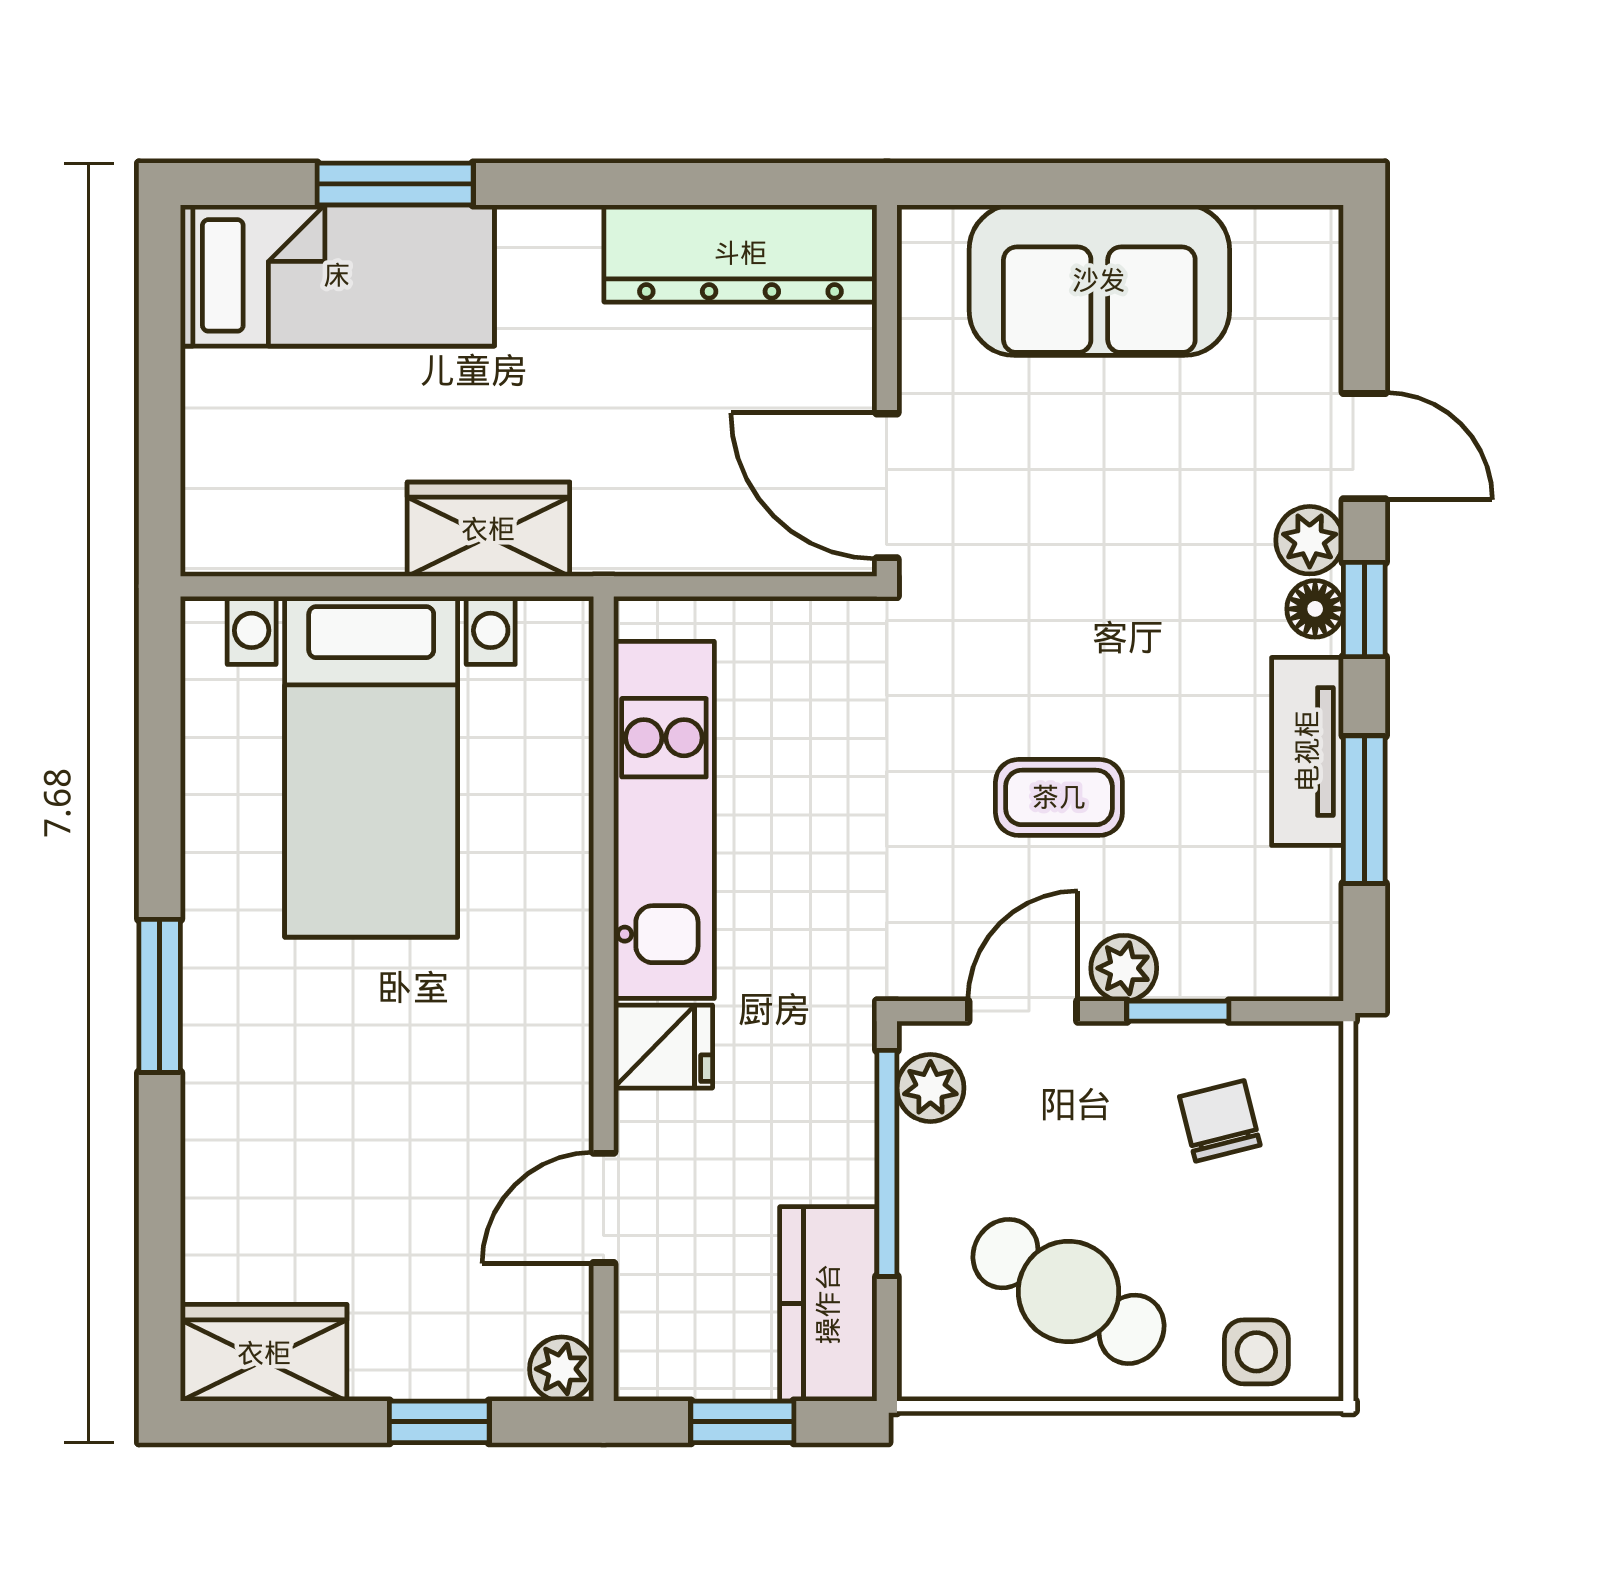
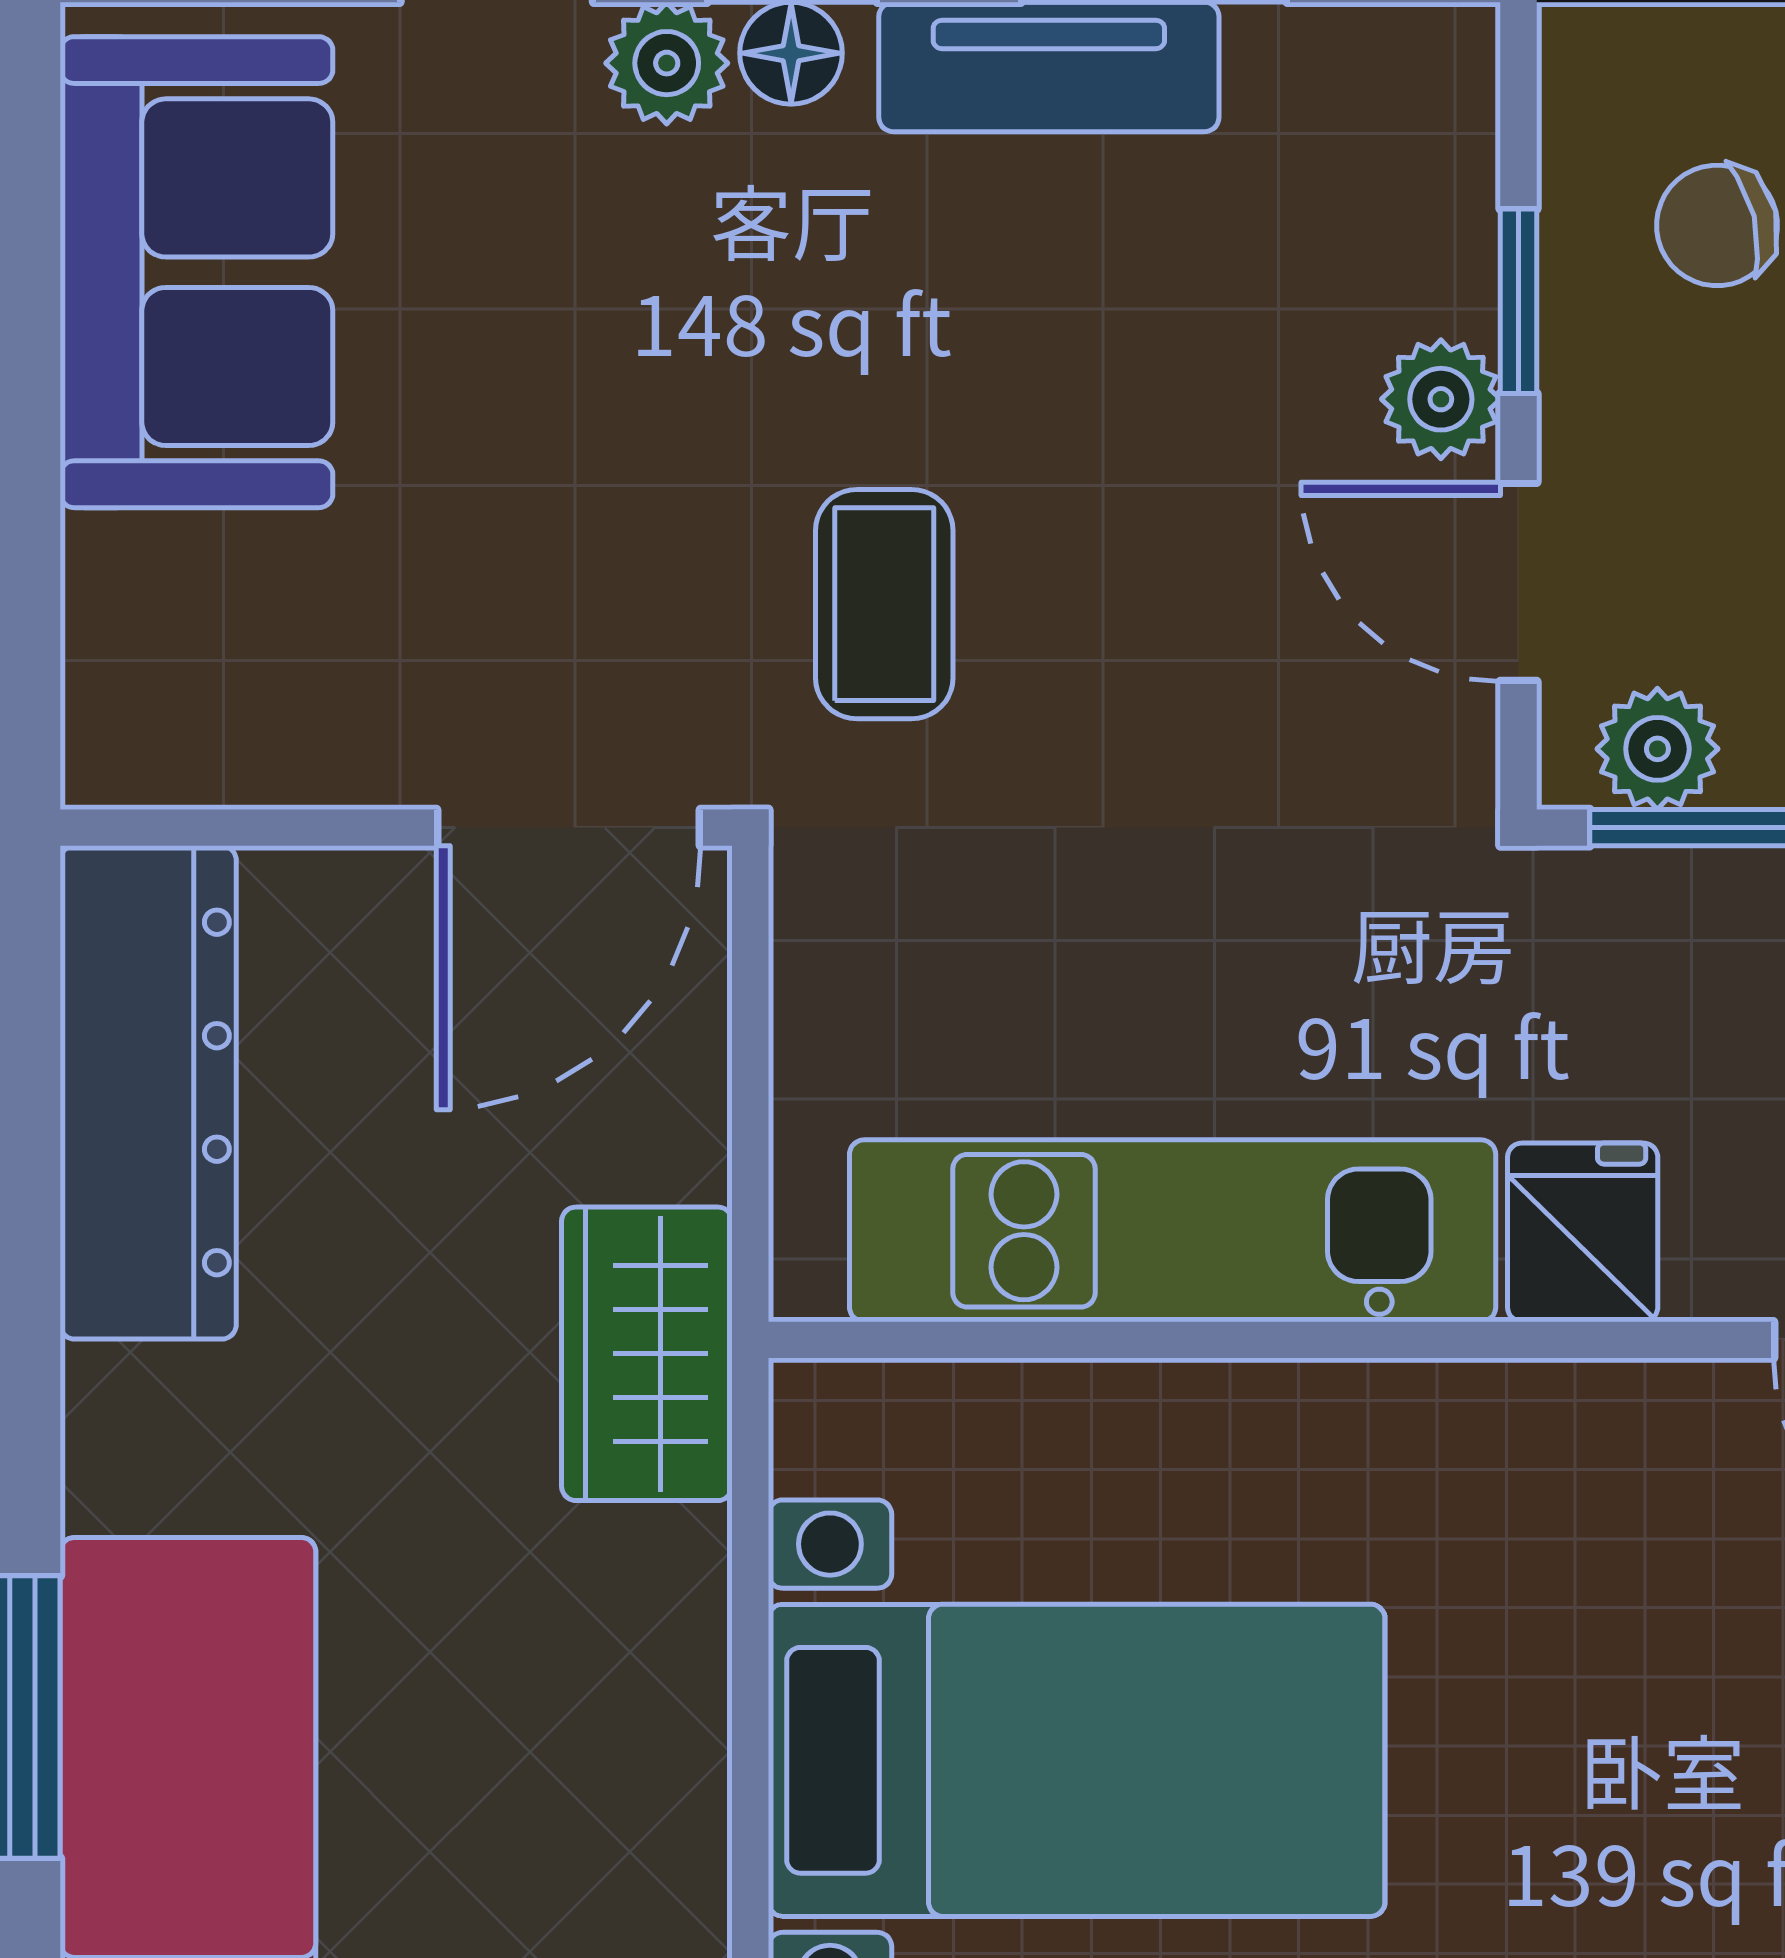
sofa: (1099, 280) -> (196, 272), moved
wardrobe: (488, 529) -> (647, 1354), moved
coffee table: (1059, 797) -> (884, 604), moved

